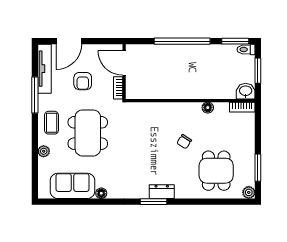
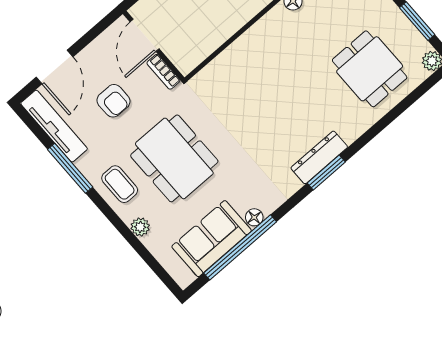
door: (124, 63) -> (145, 35), hinge flipped
chair: (184, 142) -> (300, 67), removed
dresser: (162, 192) -> (319, 157), width x1.44
window: (82, 202) -> (240, 247), added

